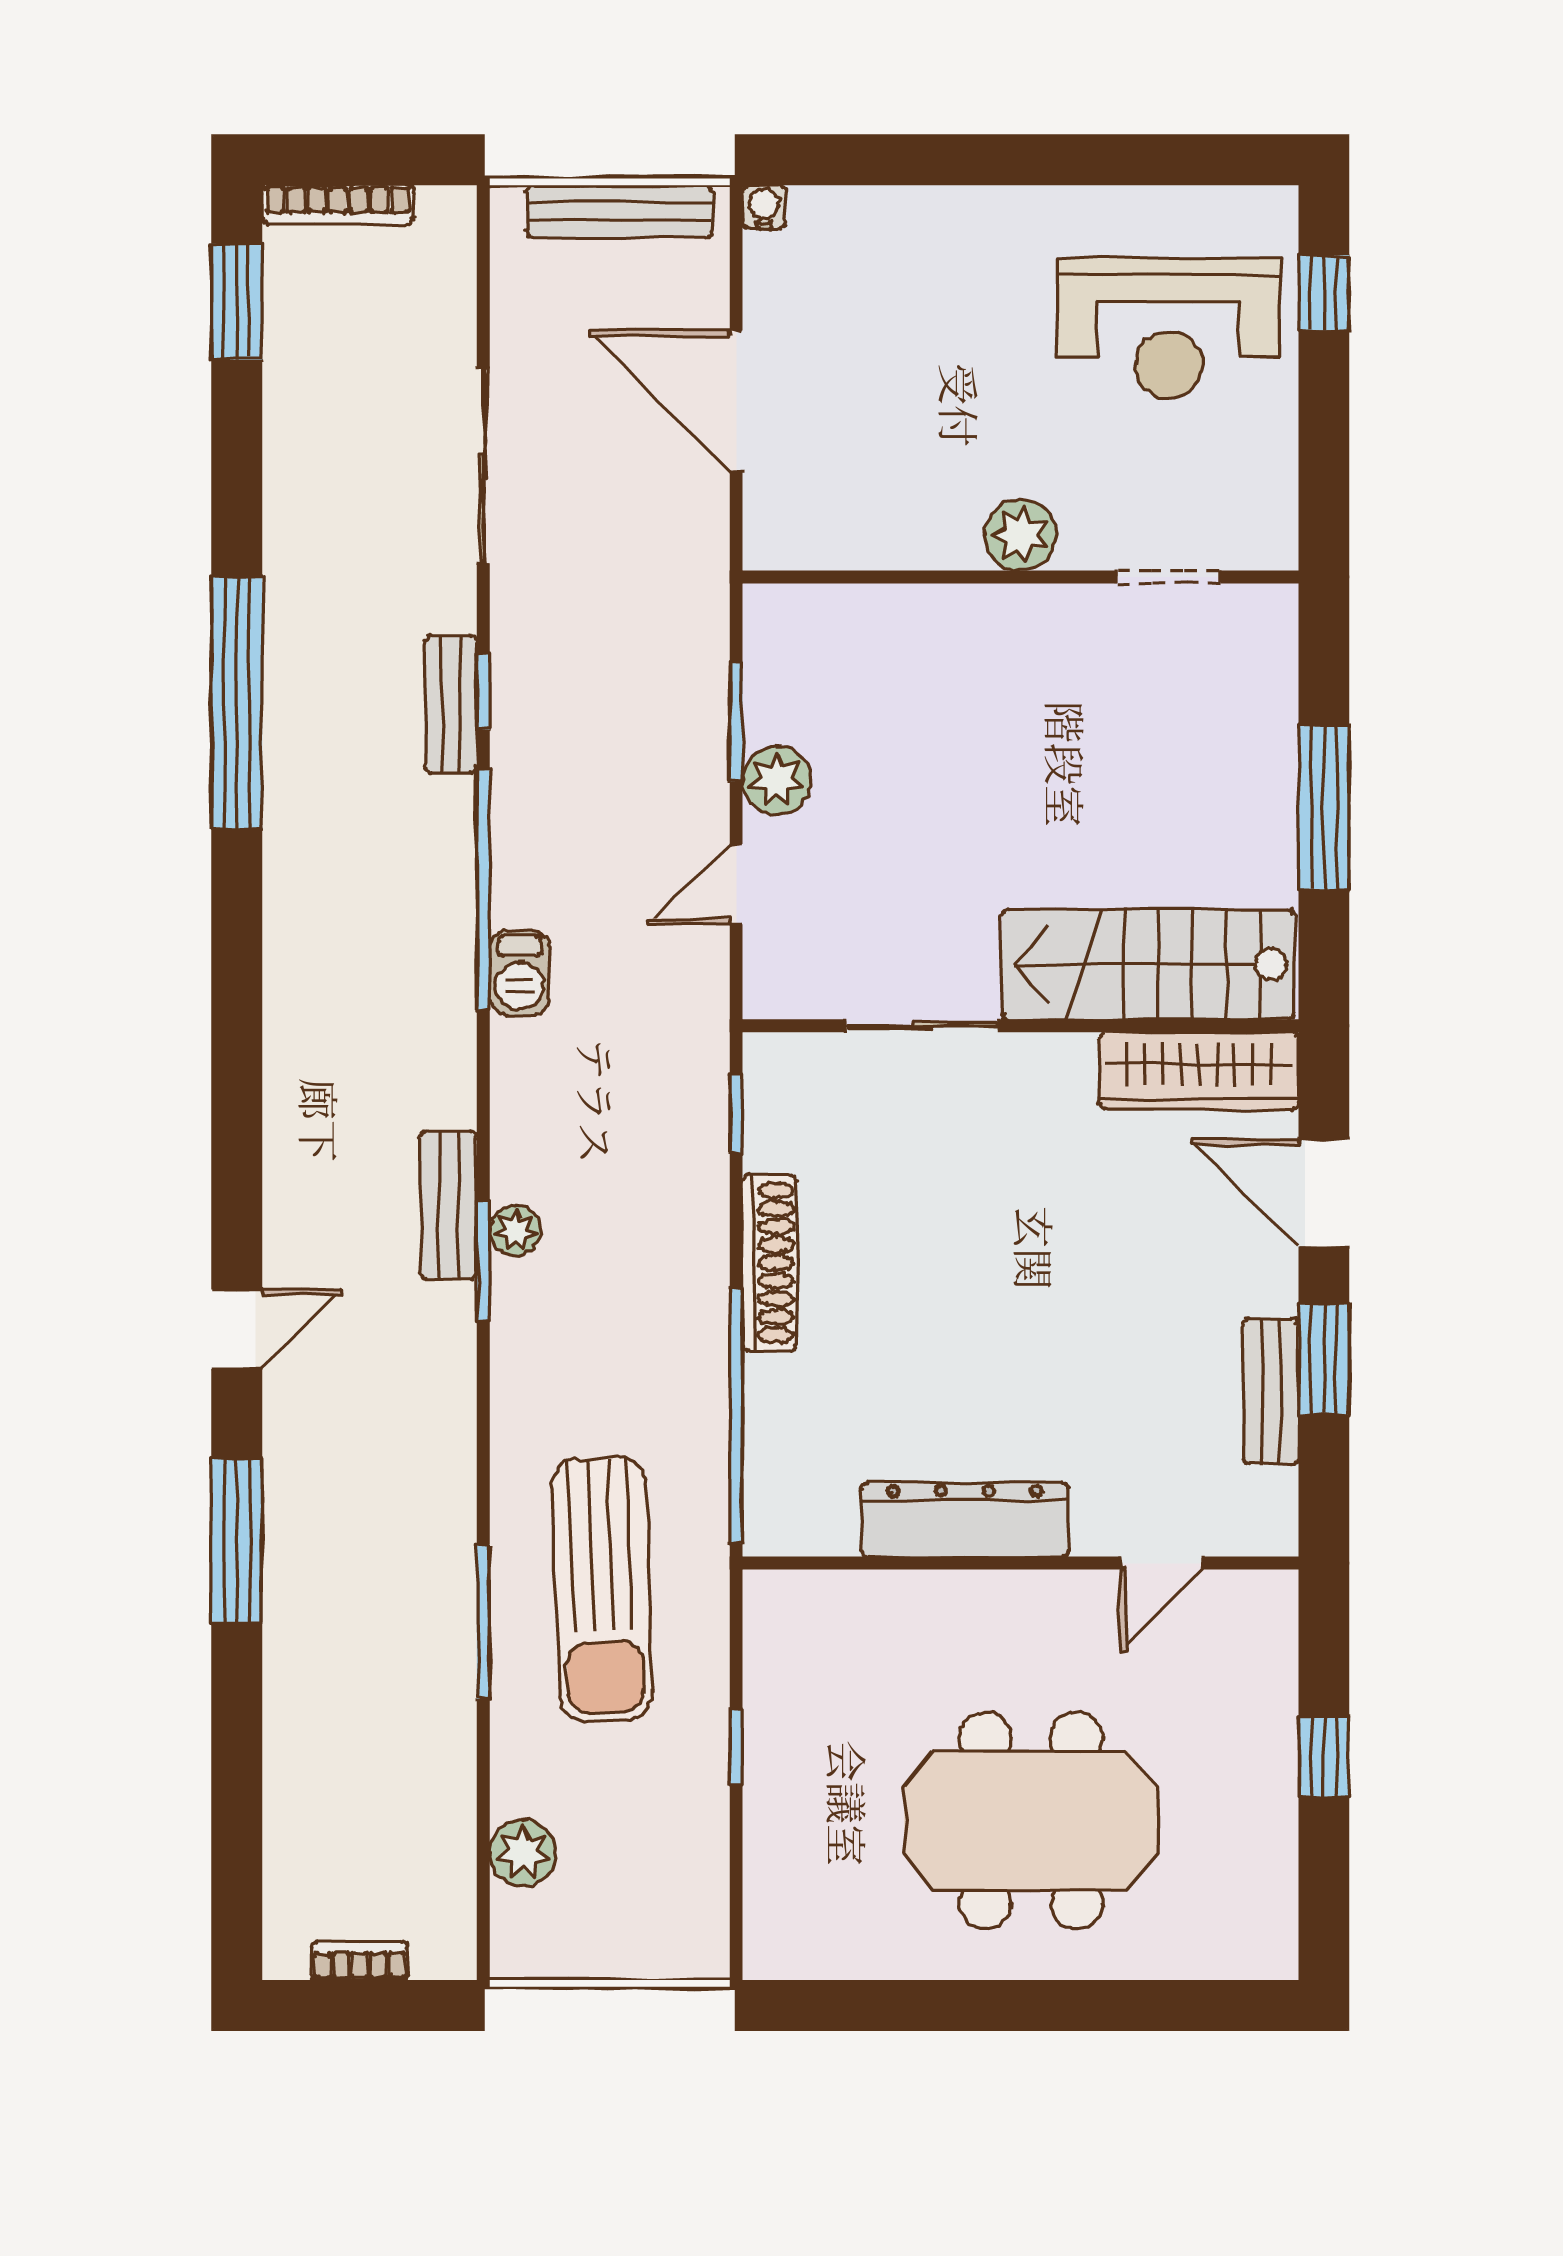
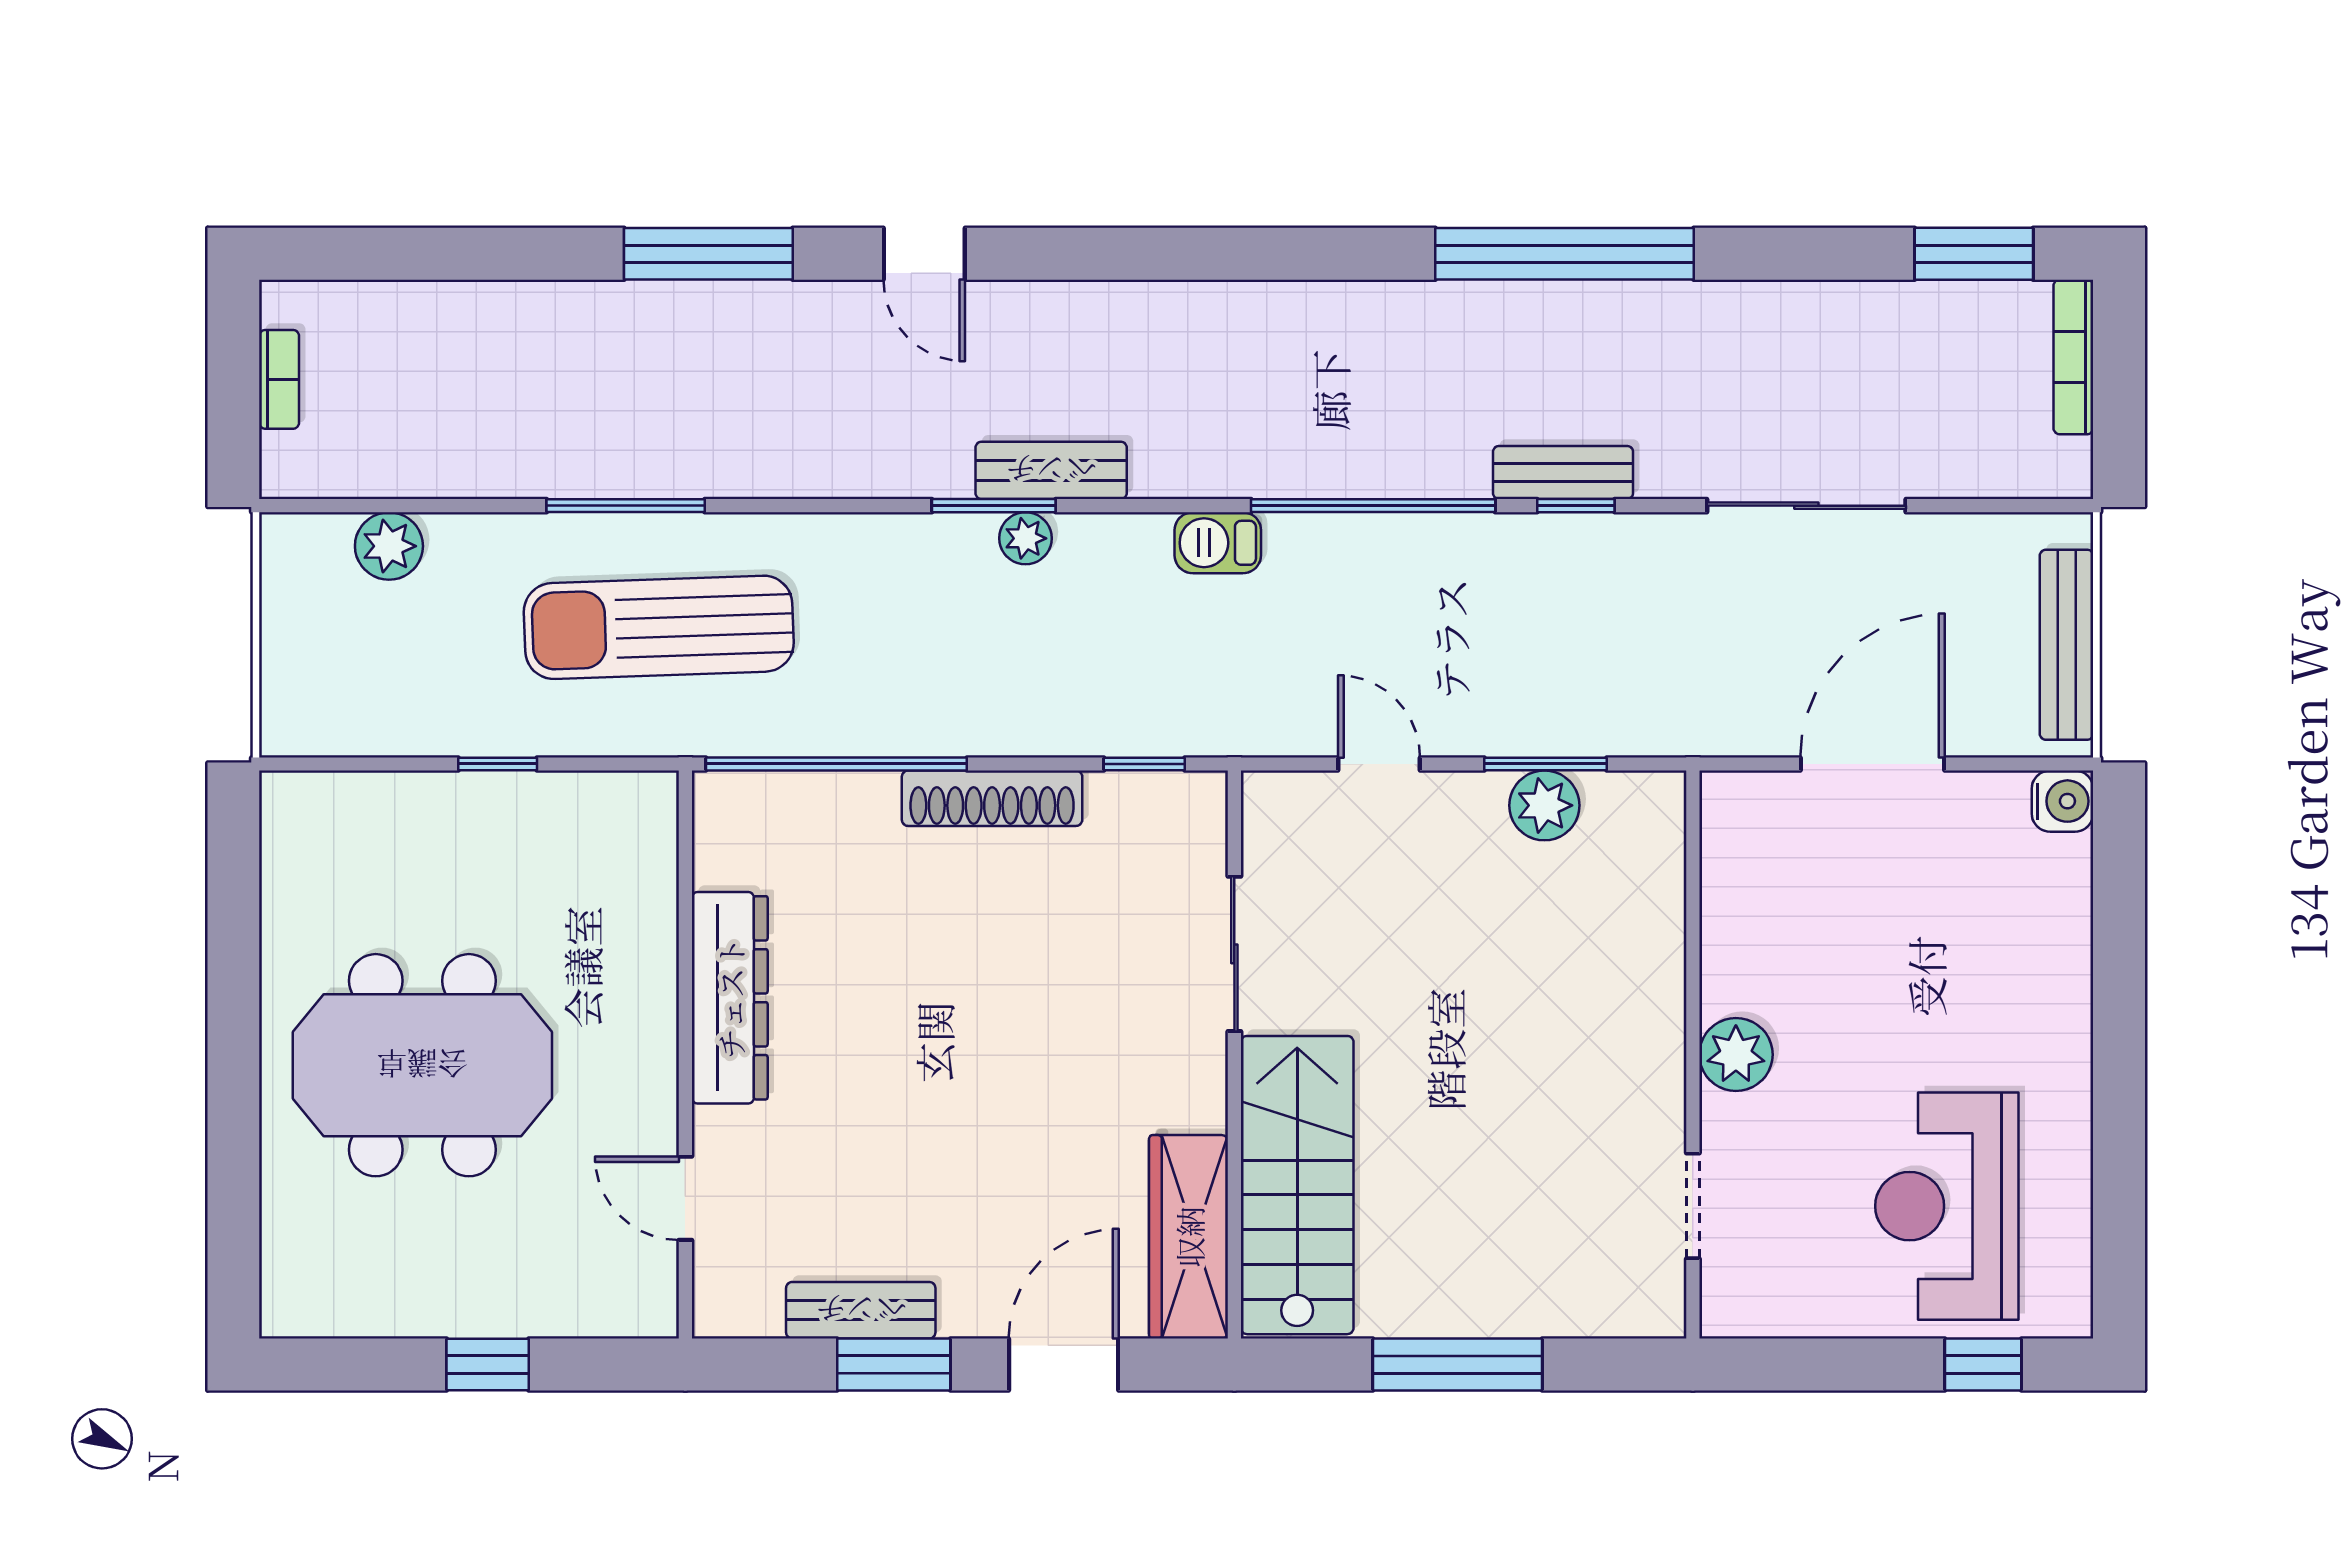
water cooler: (764, 207) -> (2063, 801), width x1.38, depth x1.38
plant: (777, 781) -> (1544, 805), moved
barbecue: (520, 973) -> (1218, 543), moved
meeting table: (1031, 1821) -> (422, 1065), turned 90

